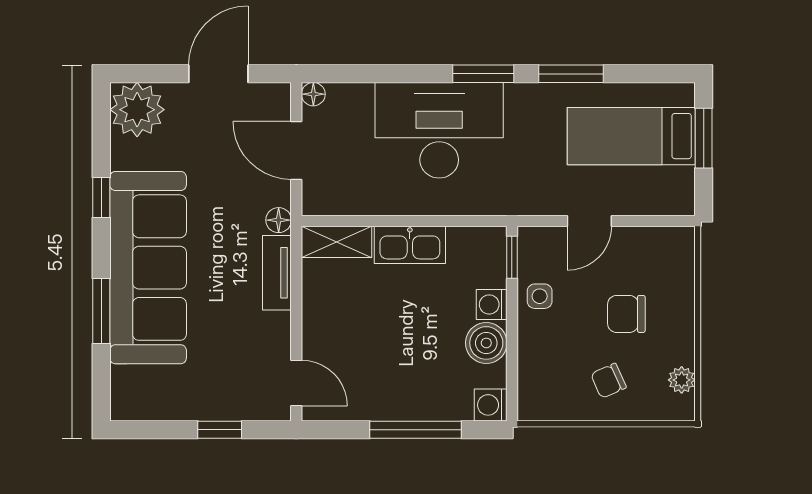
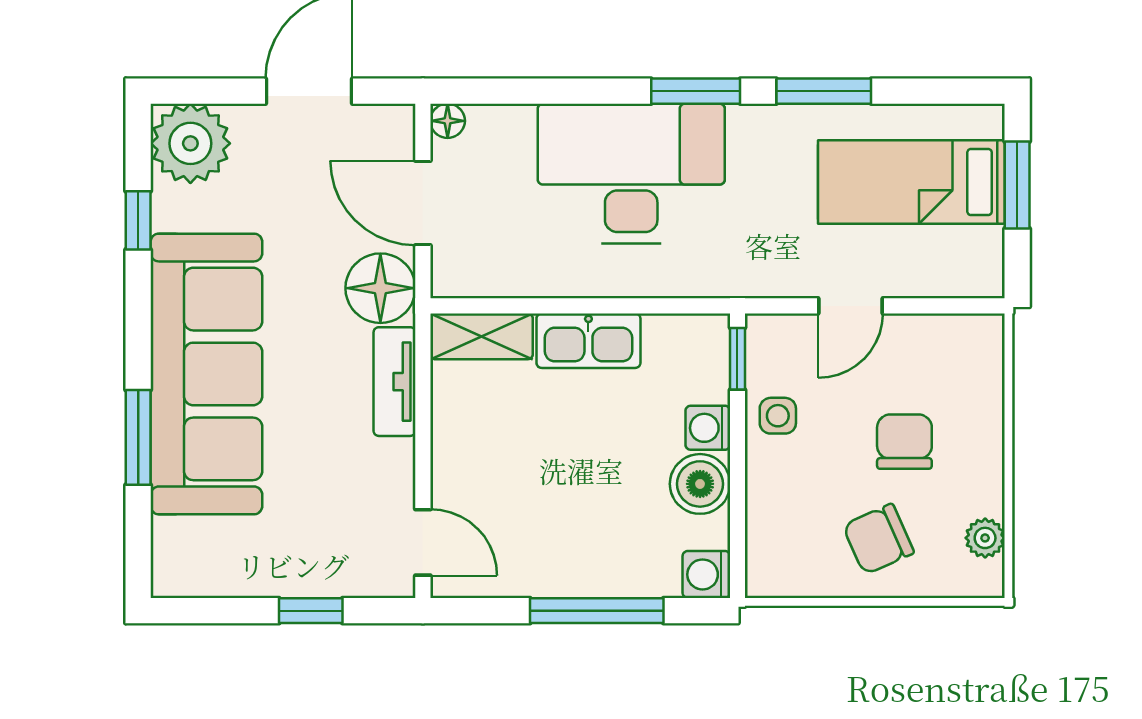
window: (101, 198) -> (138, 220), moved
floor lamp: (279, 220) -> (380, 288), width x1.89, depth x1.89
chair: (626, 314) -> (904, 442), turned 90
chair: (608, 381) -> (878, 539), width x1.37, depth x1.37

